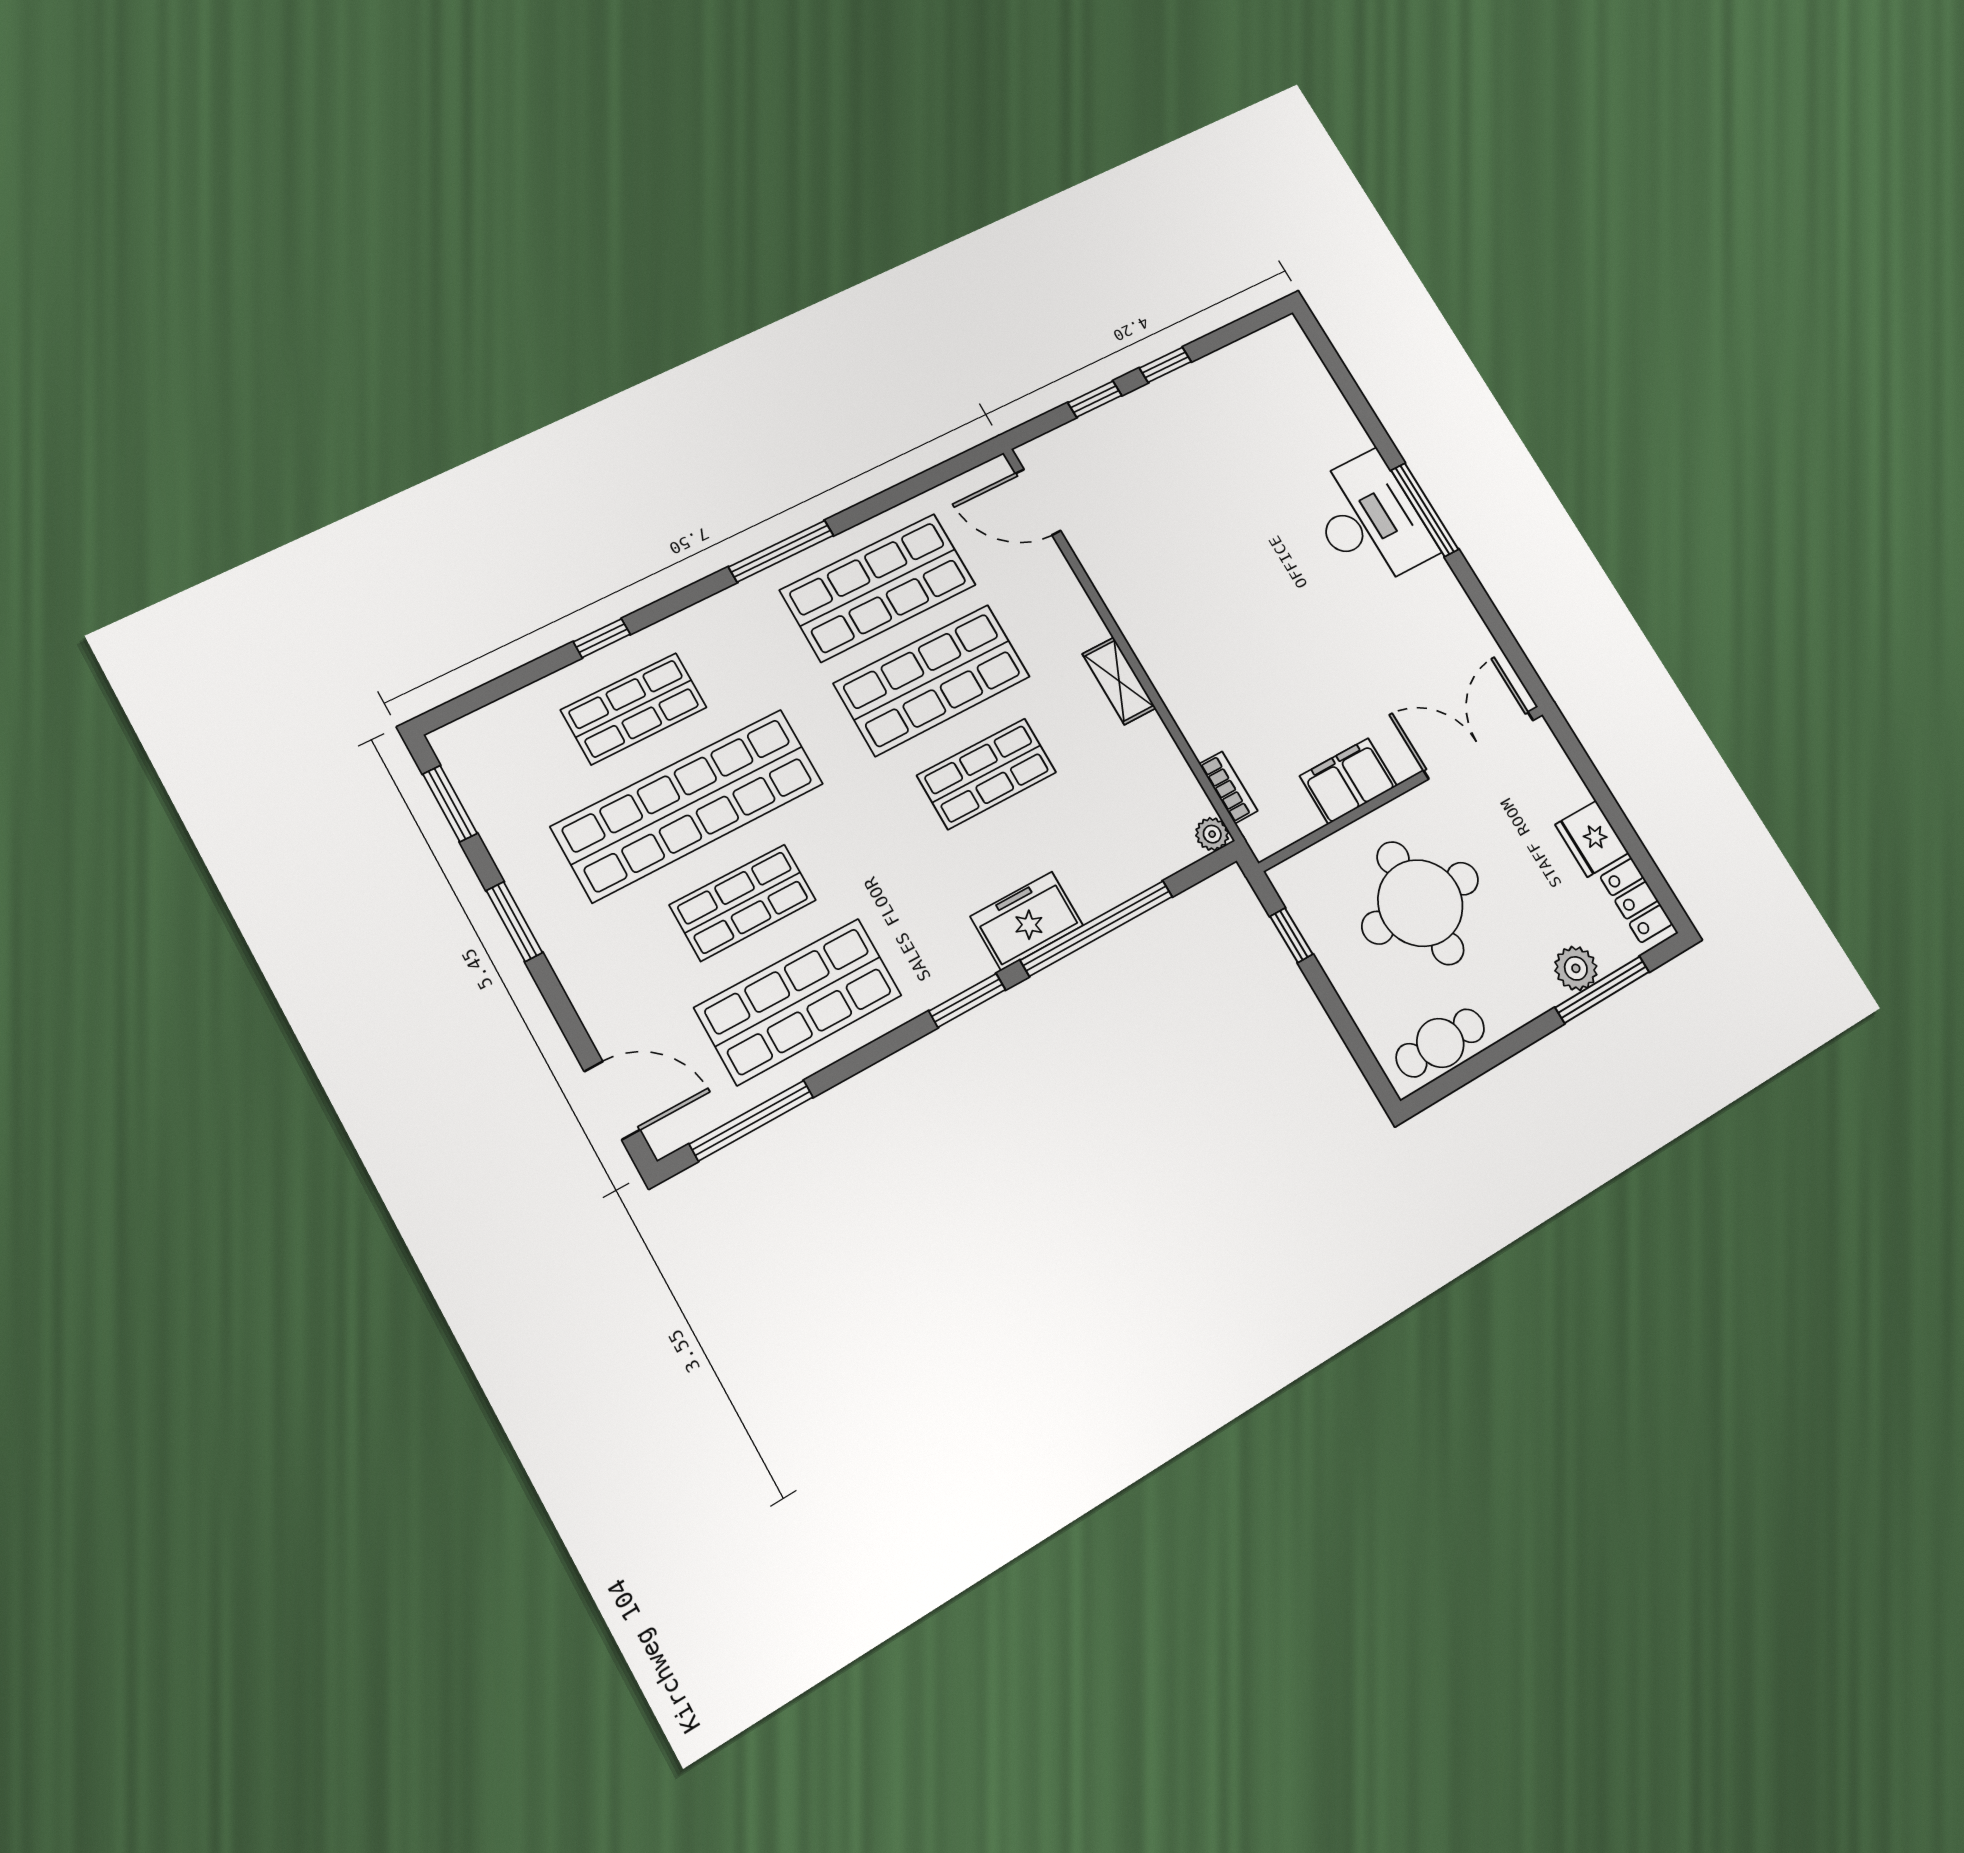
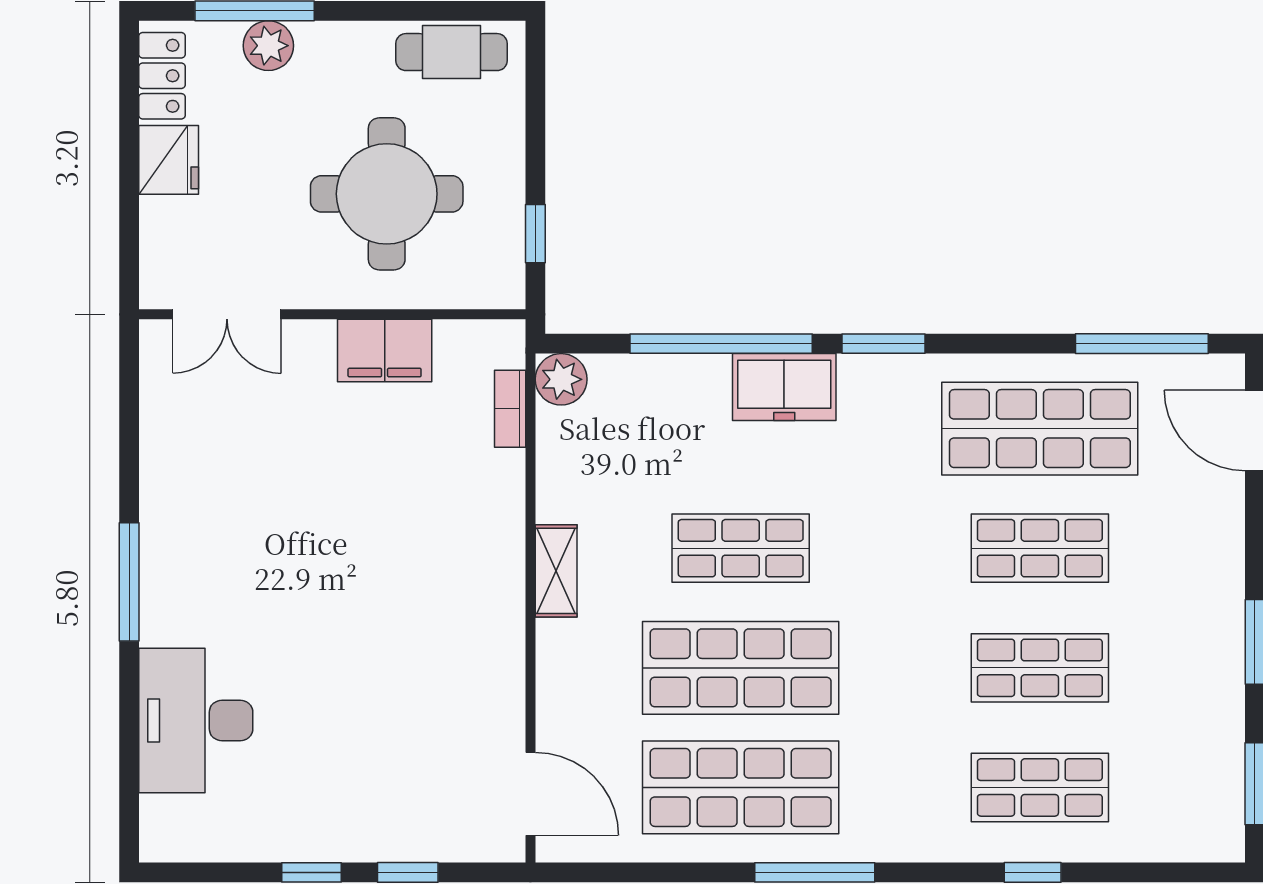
desk: (1369, 520) -> (196, 720), moved
double door: (1479, 745) -> (227, 314), width x0.73
shop shelf: (688, 805) -> (1040, 668), width x0.50, depth x0.74
plant: (1212, 834) -> (561, 379), width x1.38, depth x1.38

